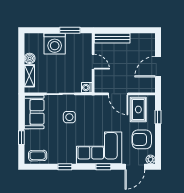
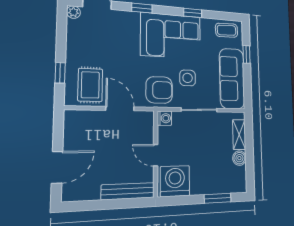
window: (70, 30) -> (218, 198), moved
washing machine: (55, 44) -> (175, 181), moved
door: (158, 67) -> (57, 167), moved
sofa: (34, 112) -> (232, 79), width x1.36
armchair: (142, 139) -> (159, 90), moved
corner sofa: (99, 148) -> (171, 36), moved

